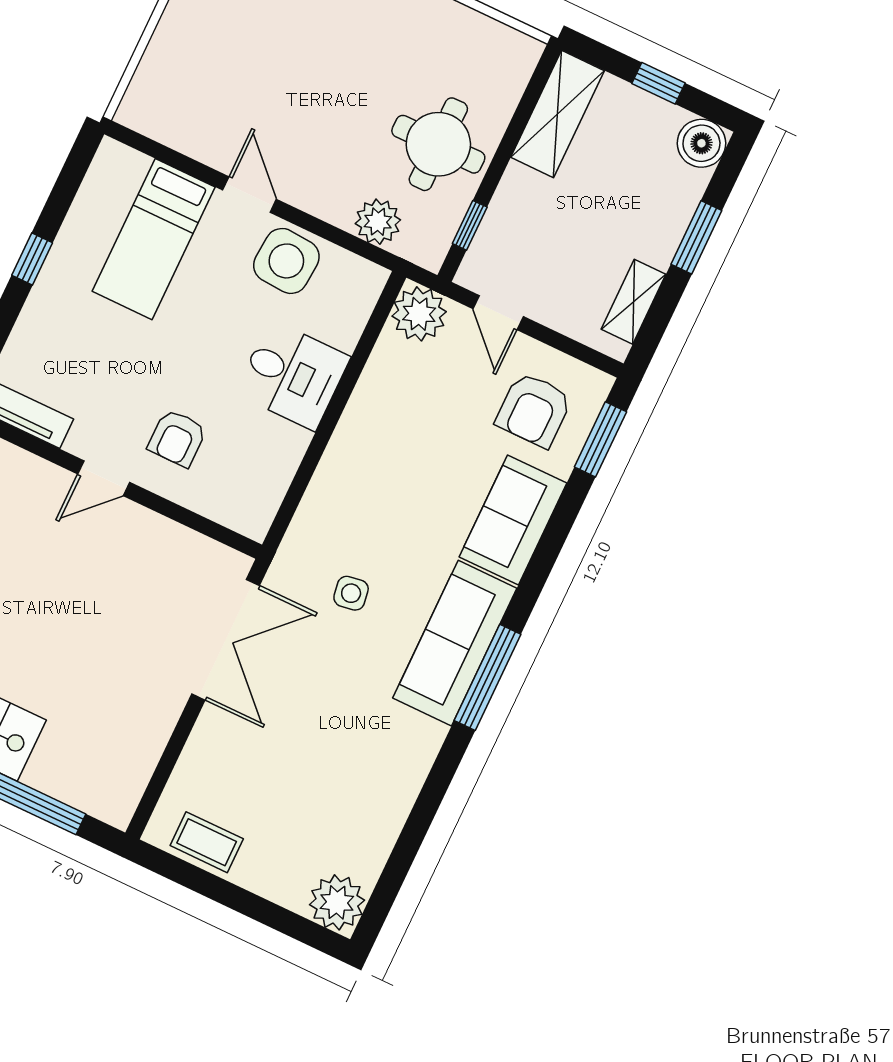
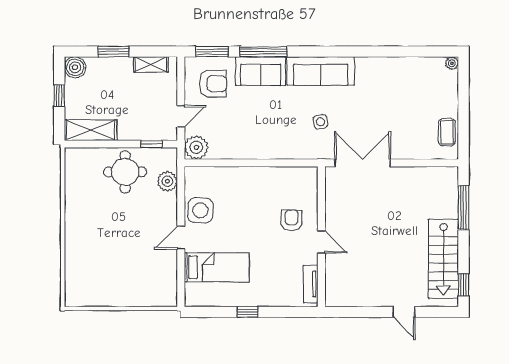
desk: (293, 375) -> (245, 186), removed
armchair: (177, 438) -> (292, 220), turned -90
window: (487, 677) -> (264, 52), moved
plant: (337, 902) -> (452, 63), width x0.53, depth x0.53

